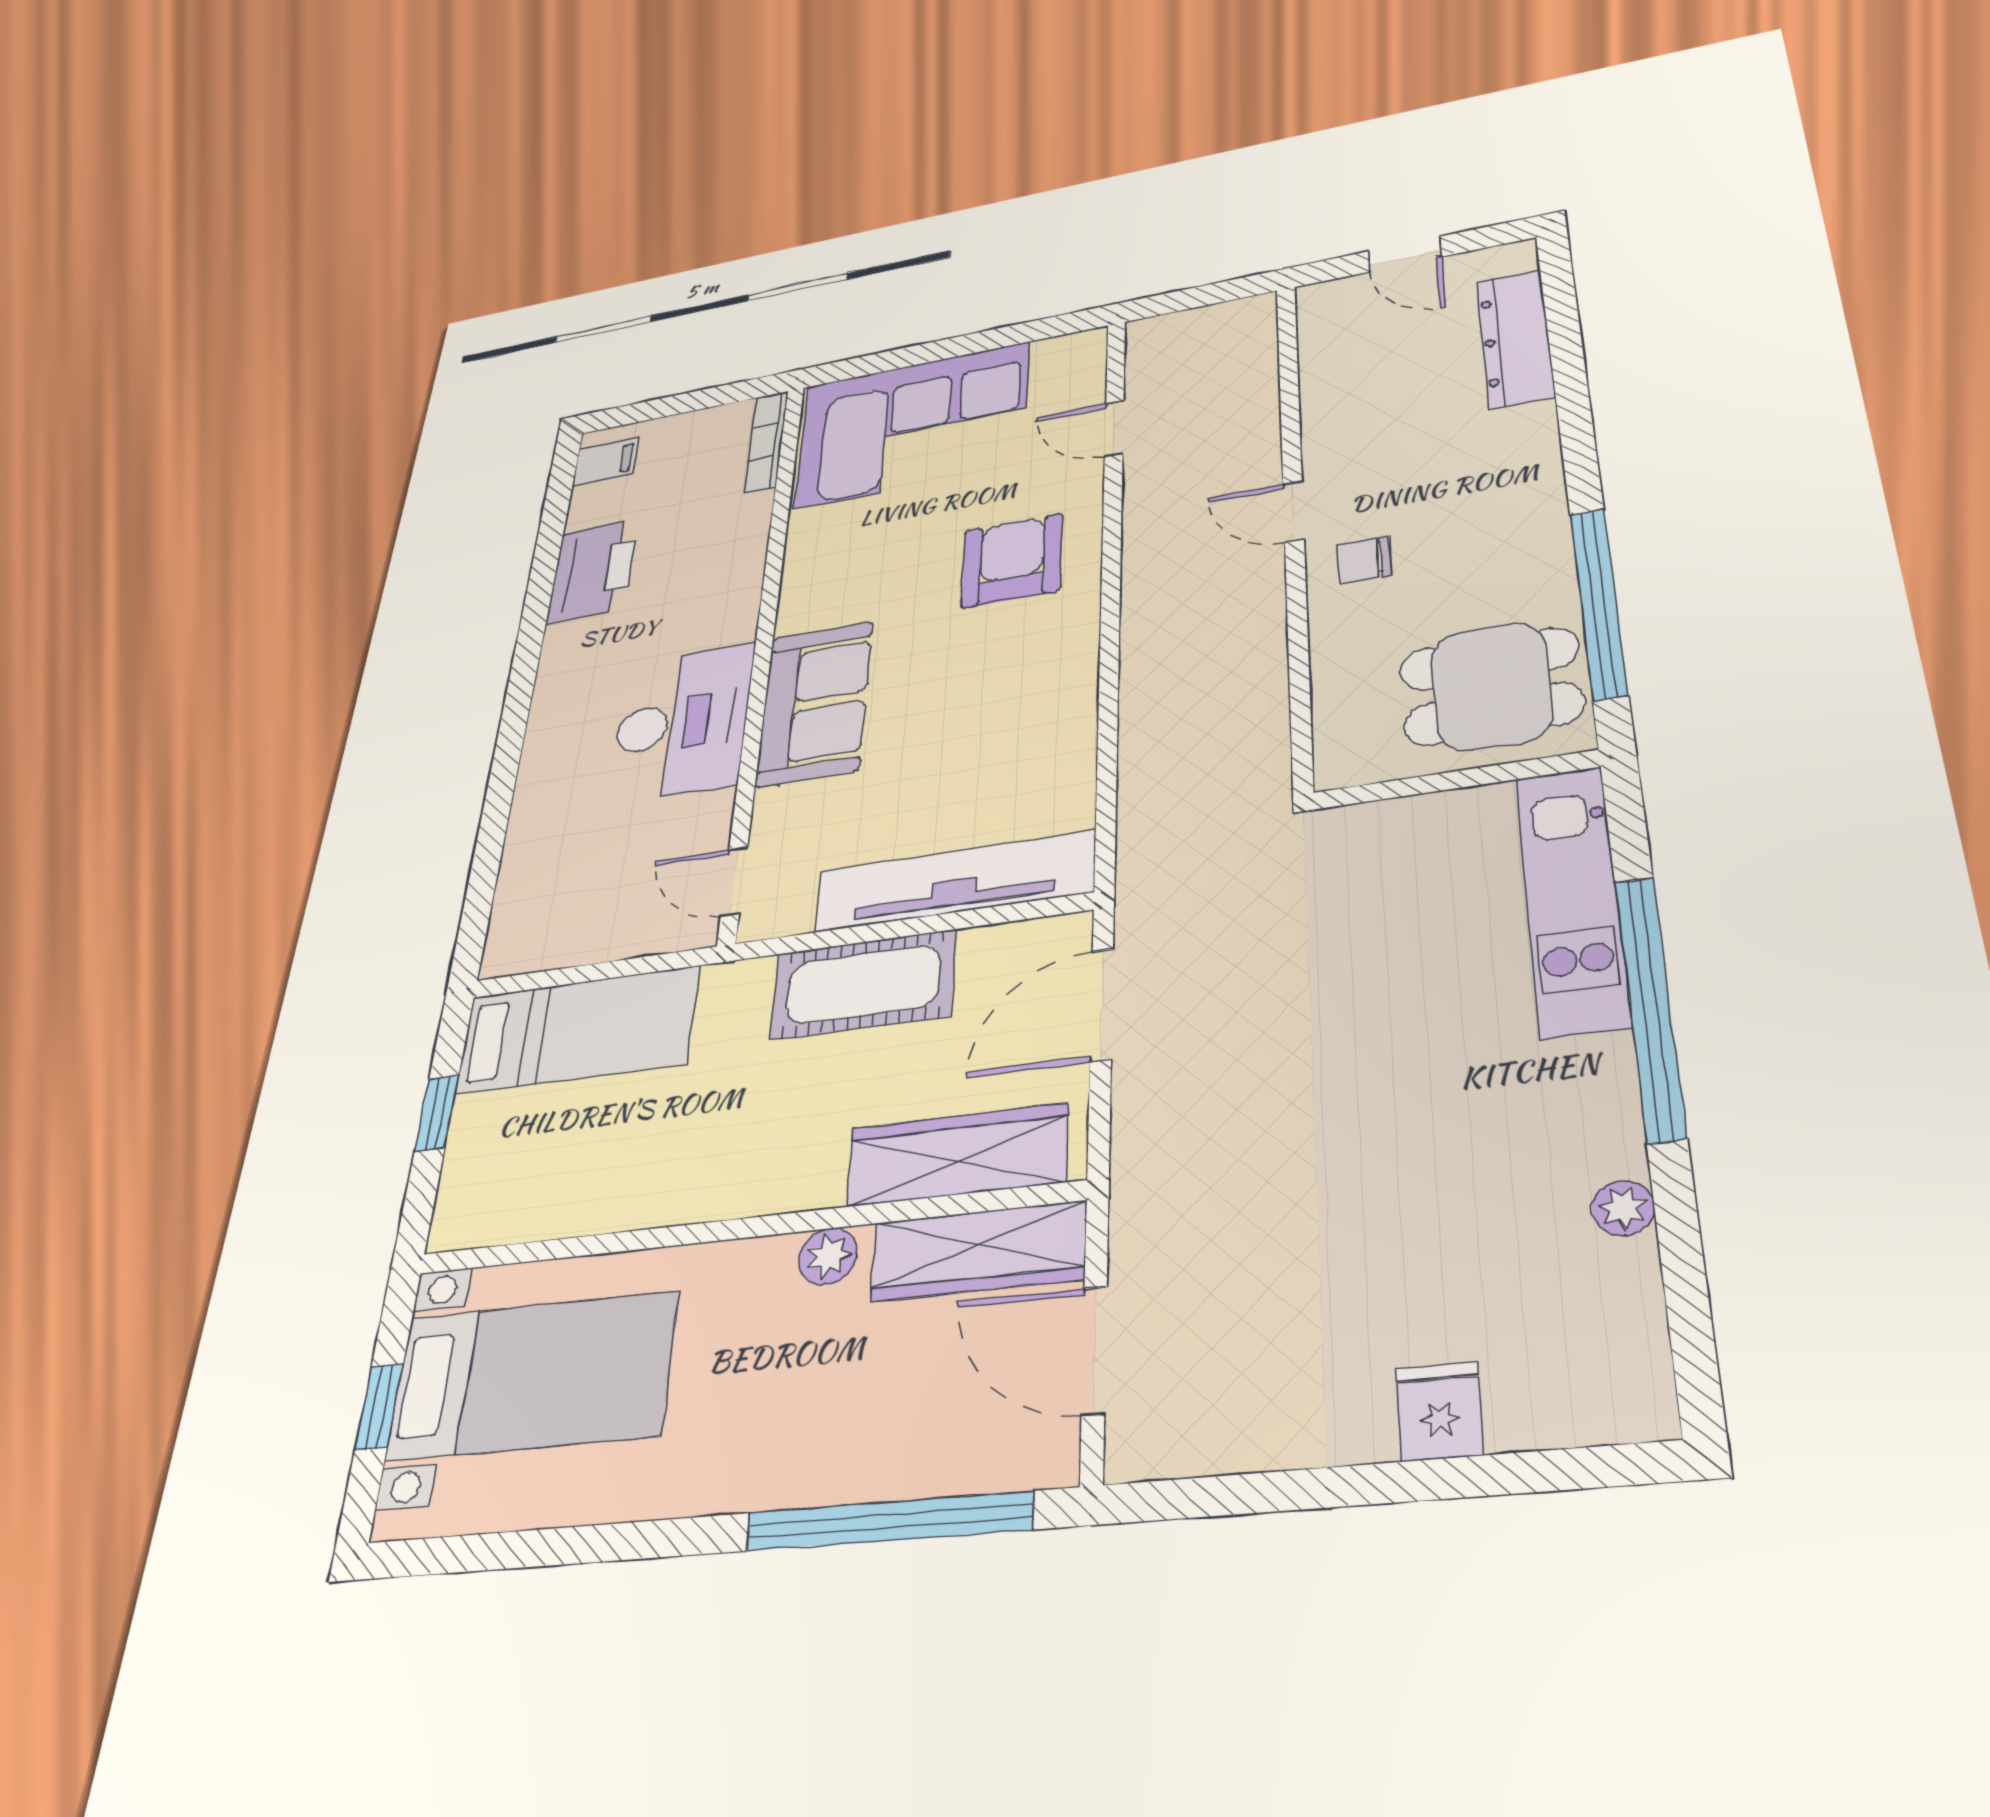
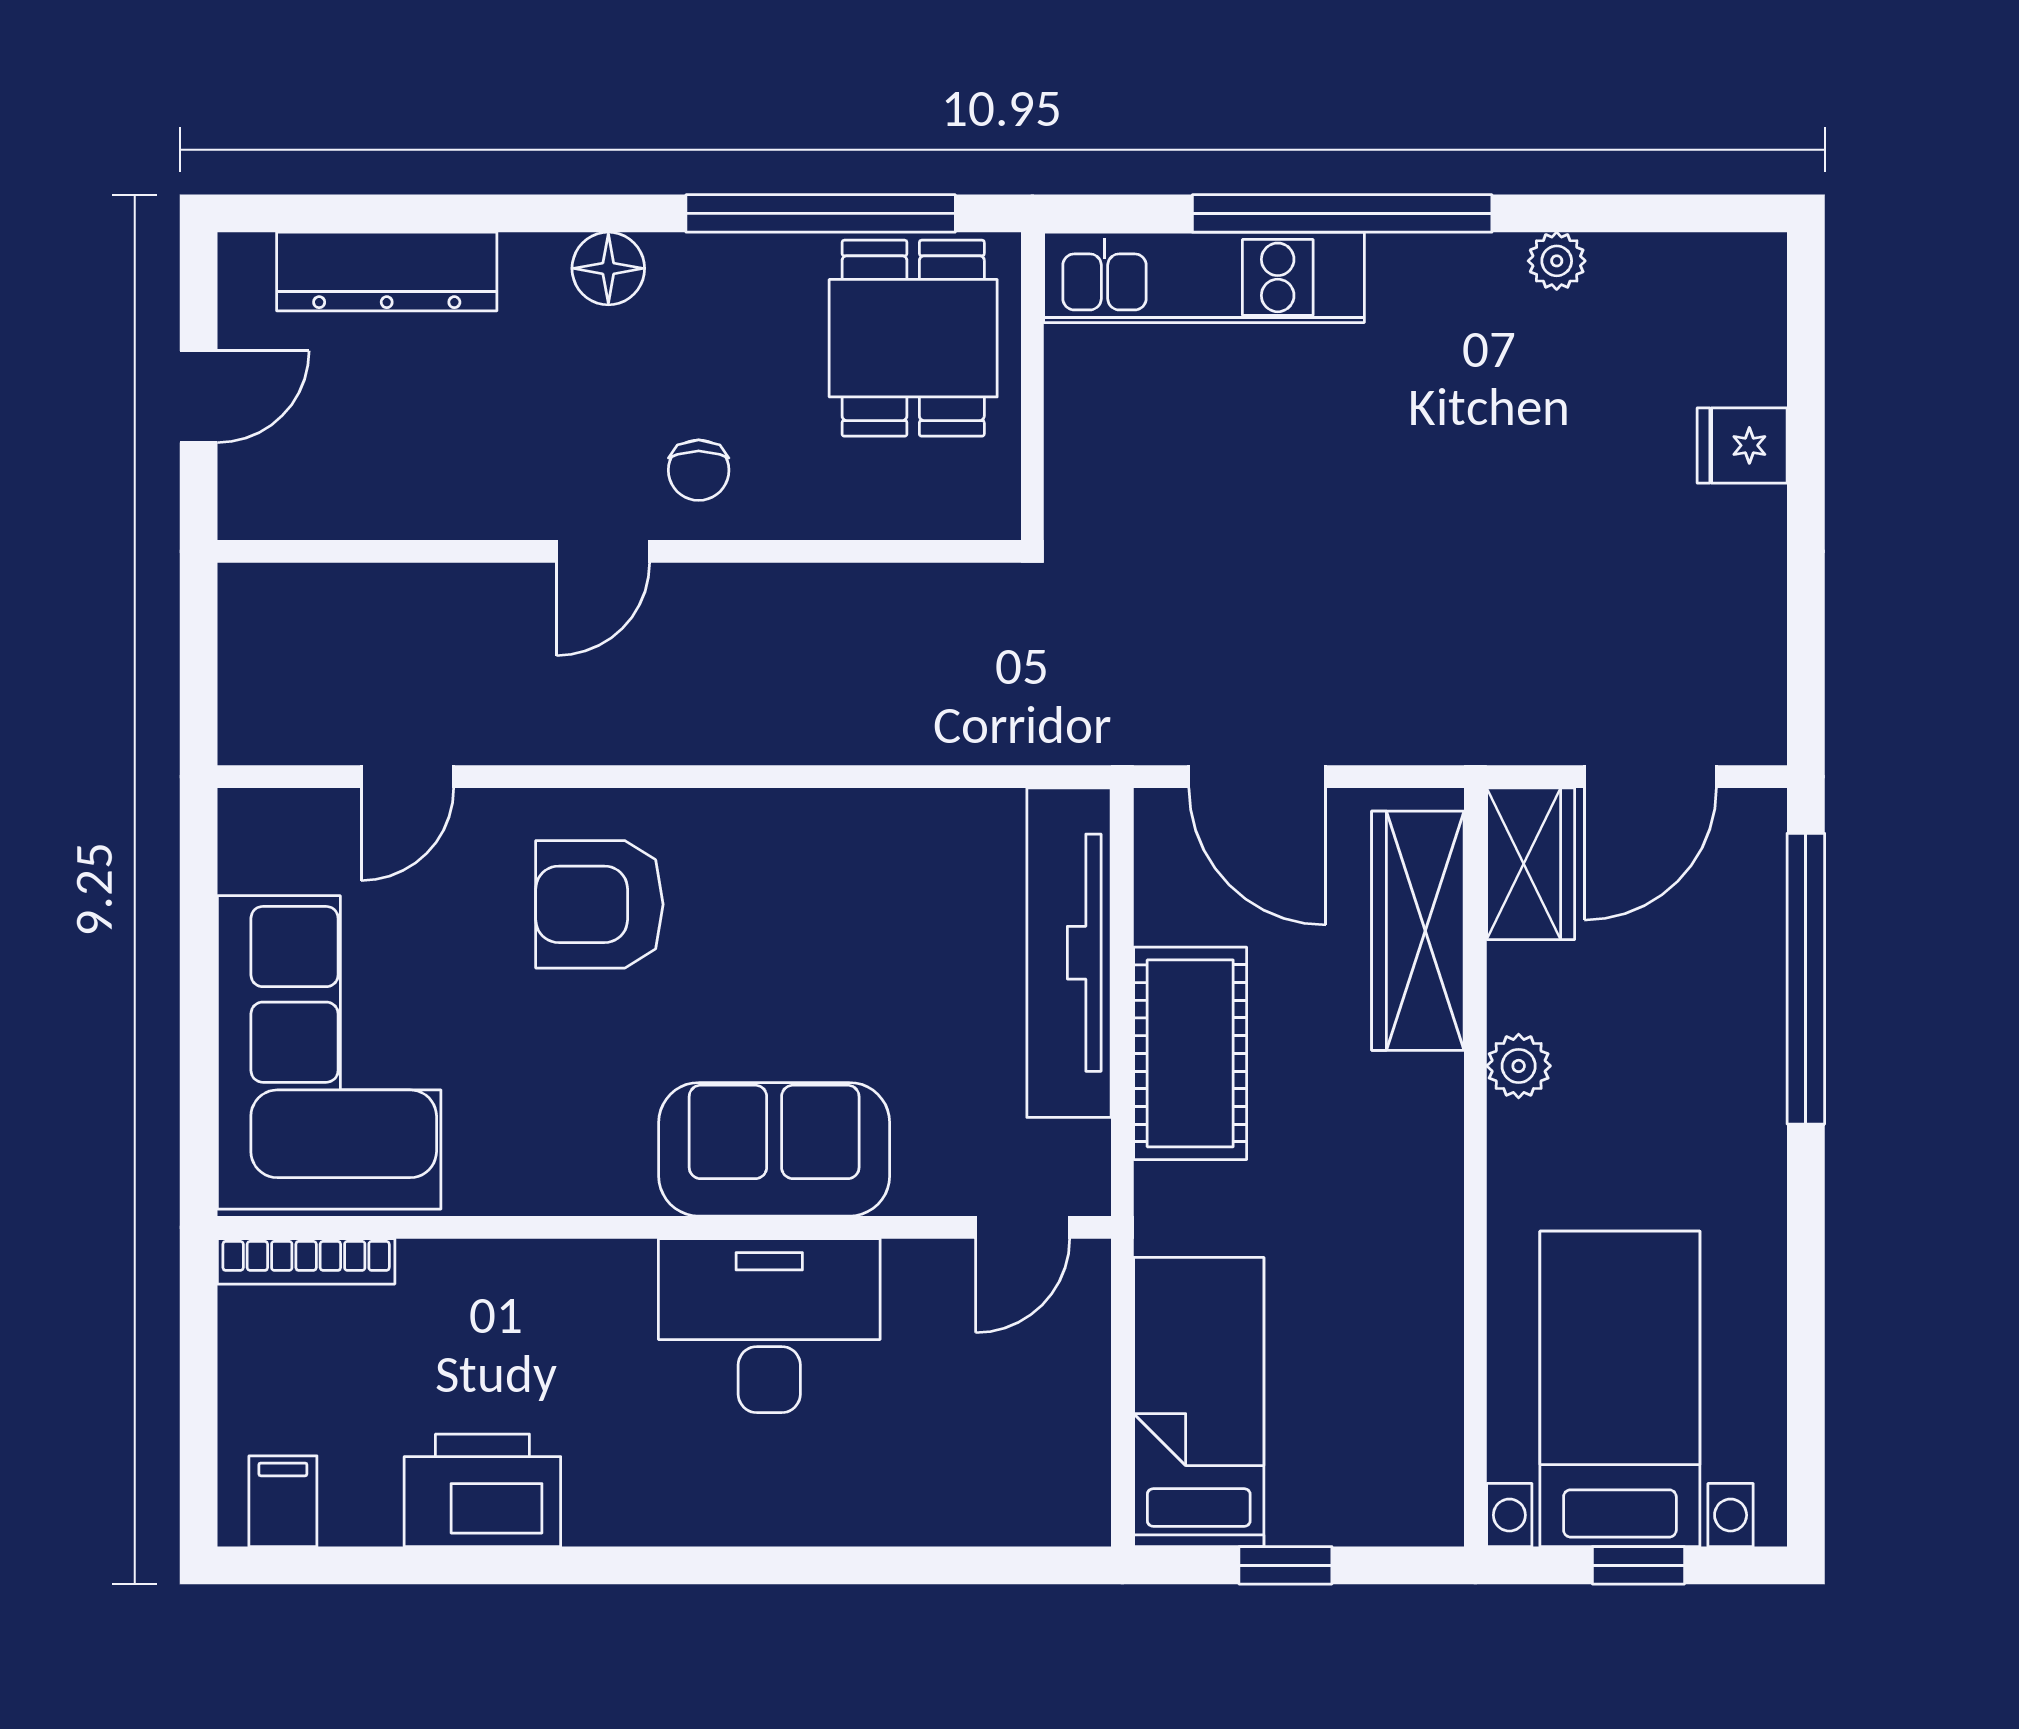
floor lamp: (1533, 472) -> (608, 268), added
wardrobe: (978, 1251) -> (1531, 864), width x0.67

